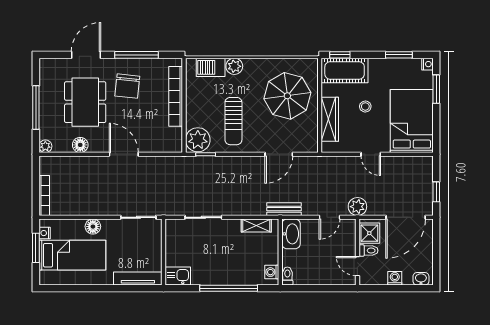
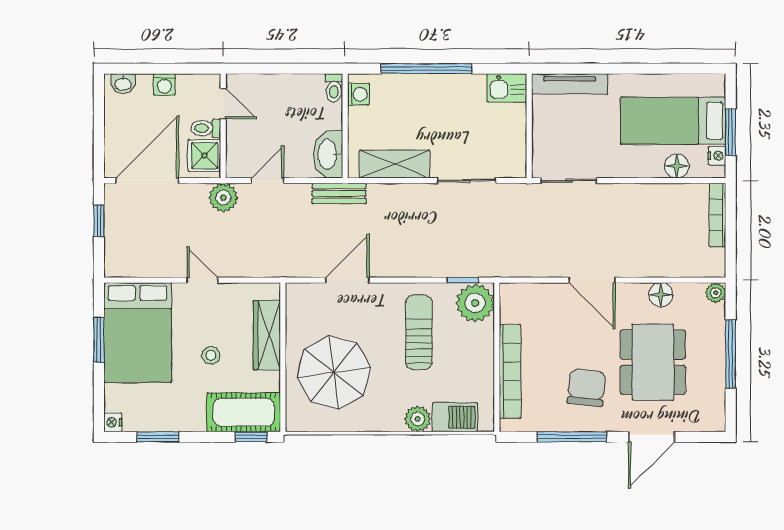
window: (436, 89) -> (99, 340), moved
shelving: (256, 226) -> (395, 164), width x1.50, depth x1.33
floor lamp: (93, 227) -> (677, 166), moved

